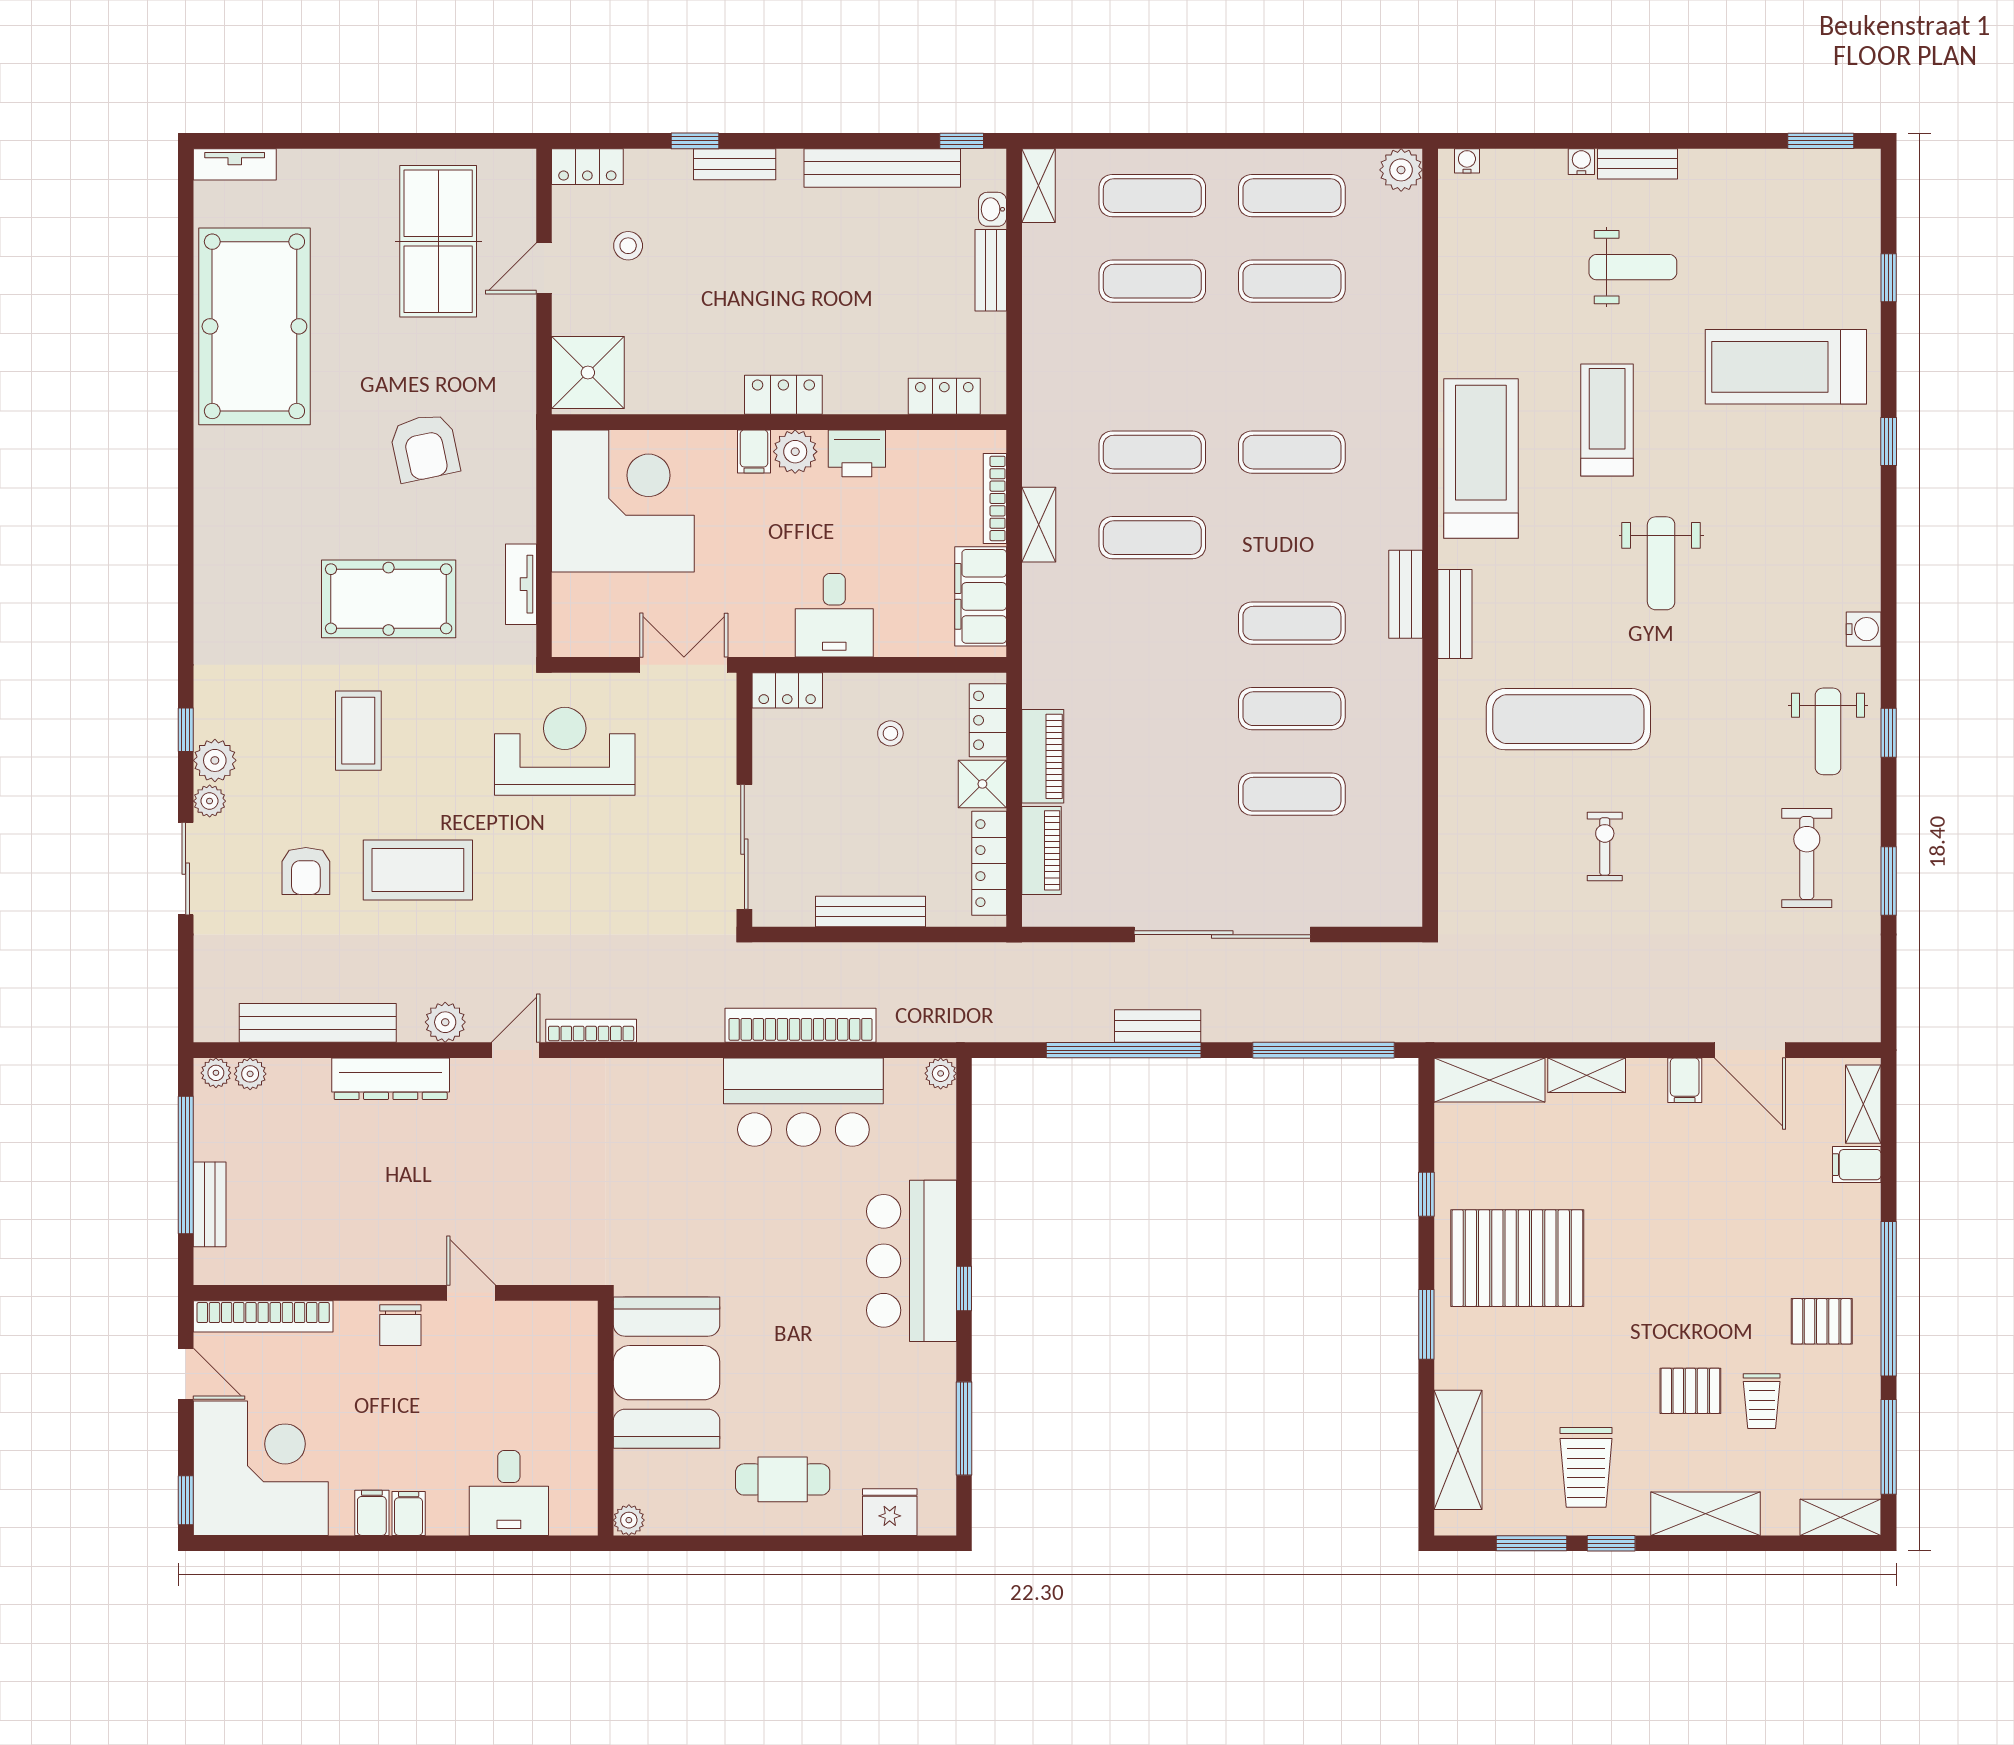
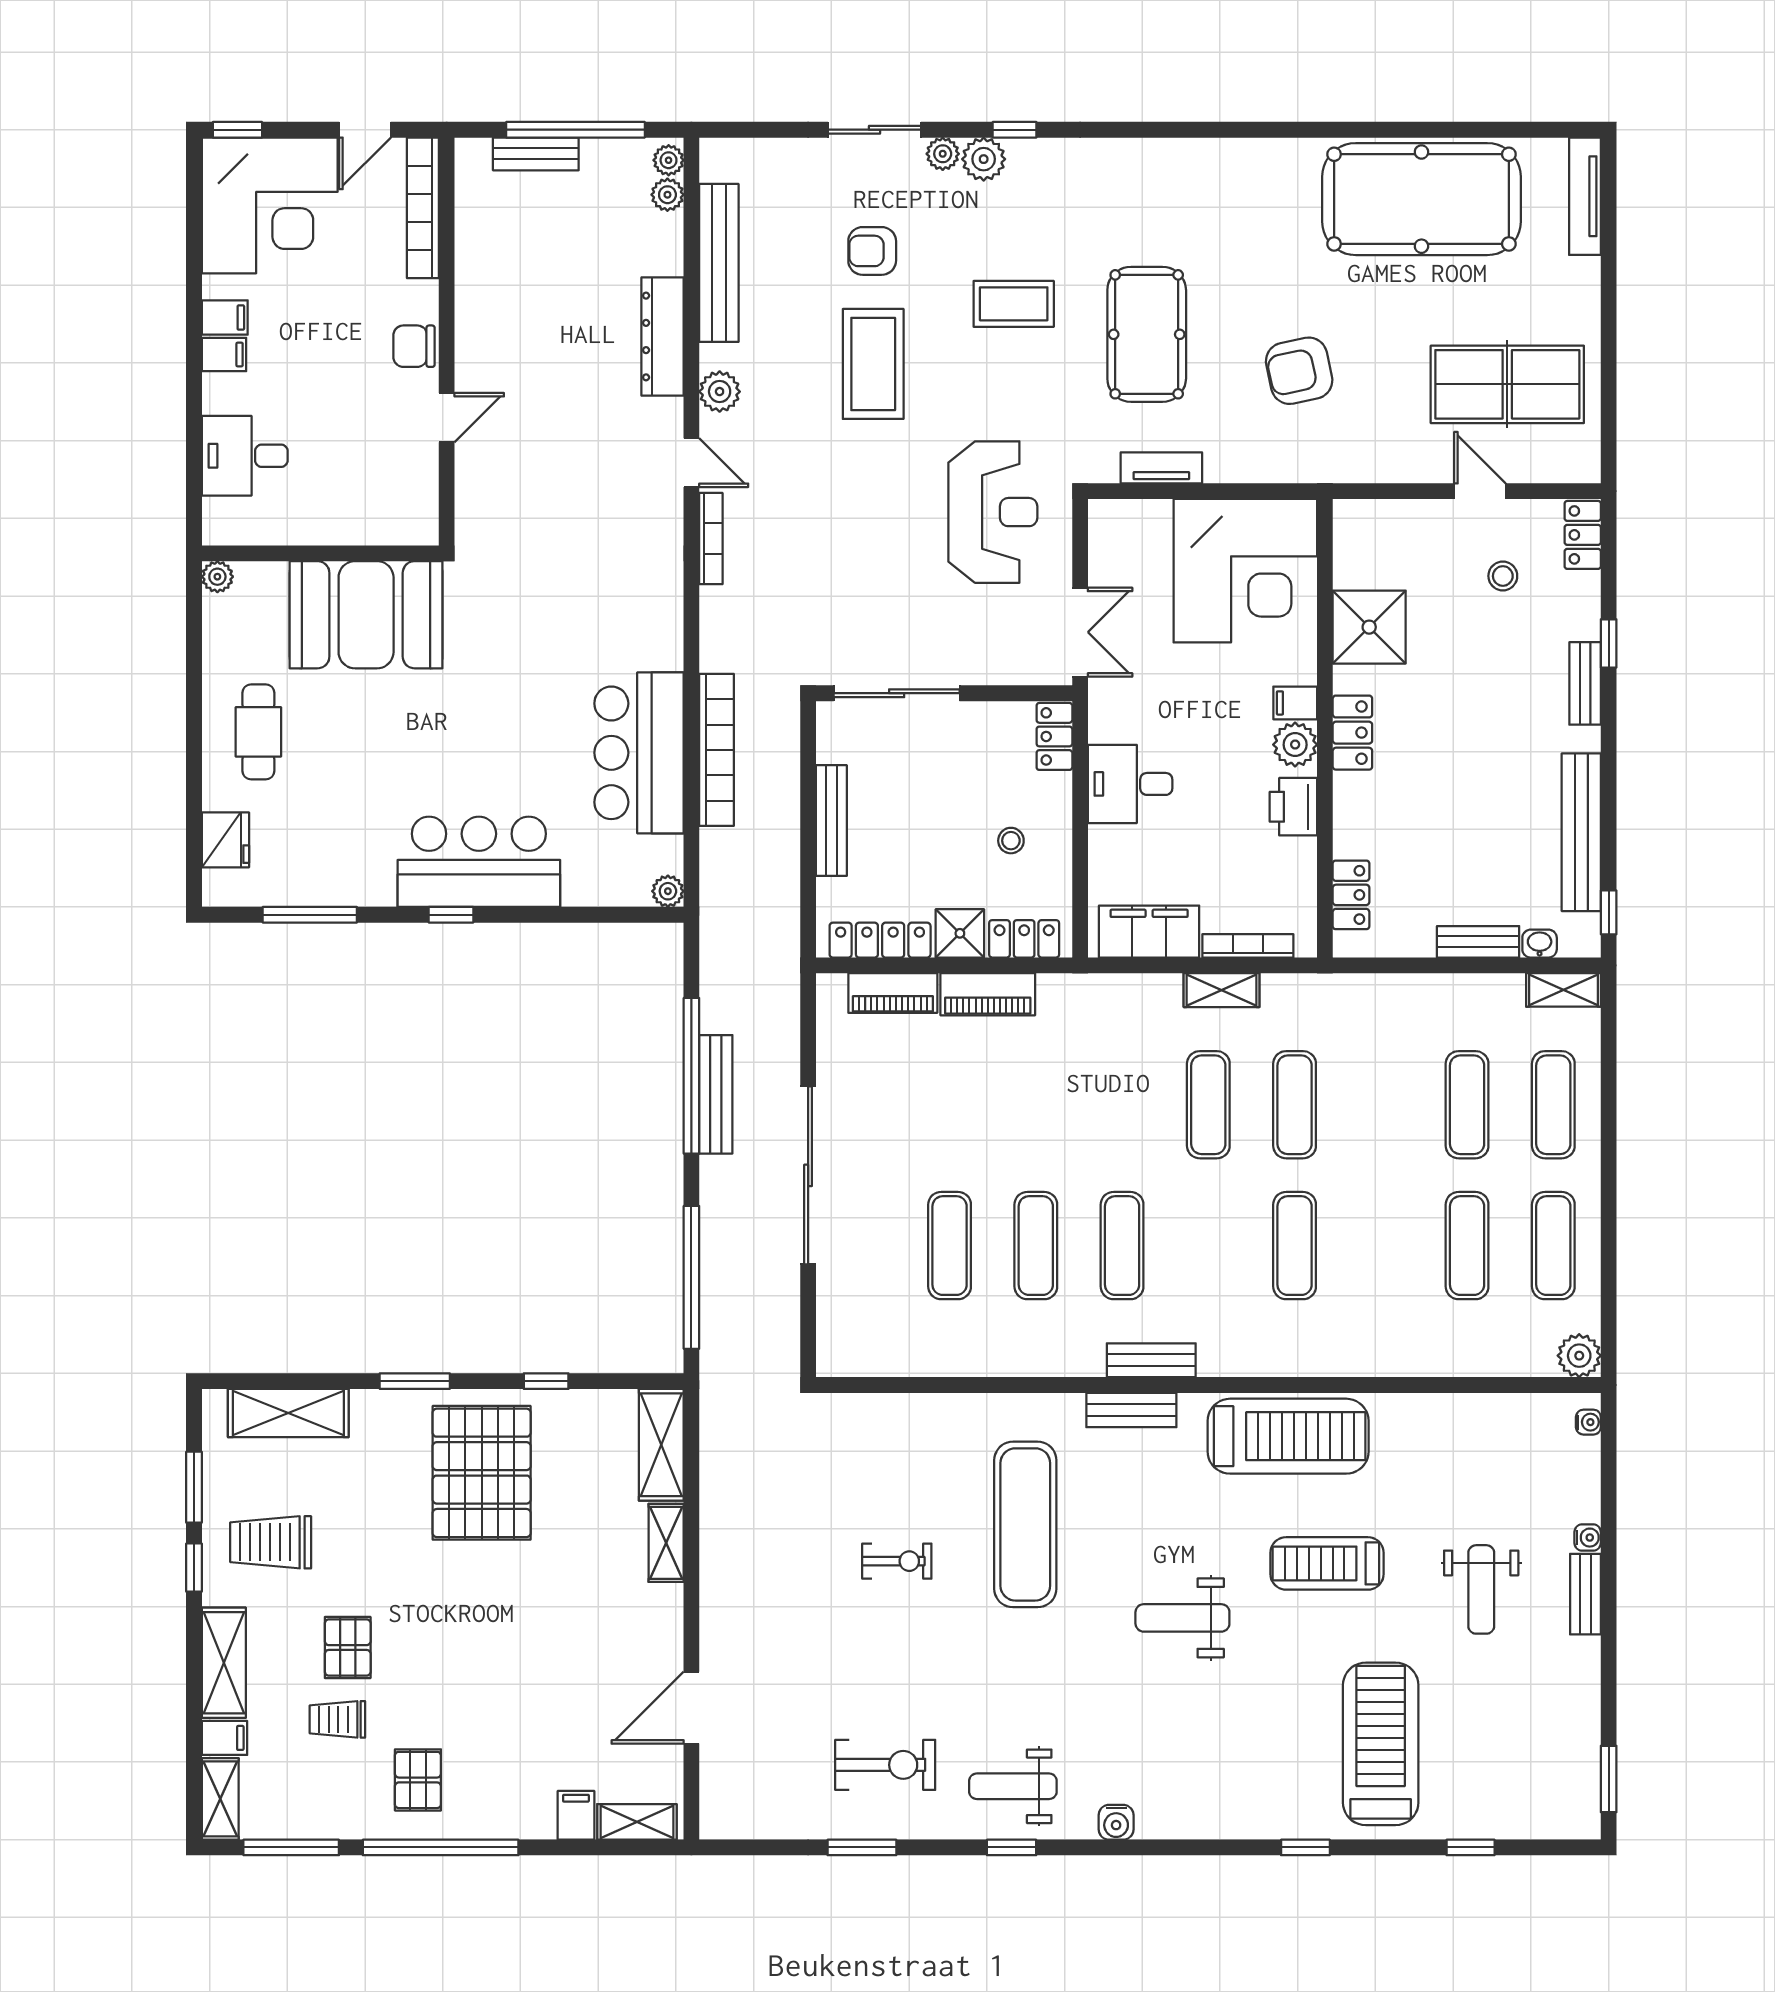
tv unit: (235, 164) -> (1585, 196), width x1.41
shower: (588, 373) -> (1369, 627), moved
treadmill: (1607, 420) -> (1327, 1563), turned 180
bench: (1158, 1026) -> (716, 1094), width x1.36
filing cabinet: (1685, 1080) -> (224, 1738), moved, turned 180

